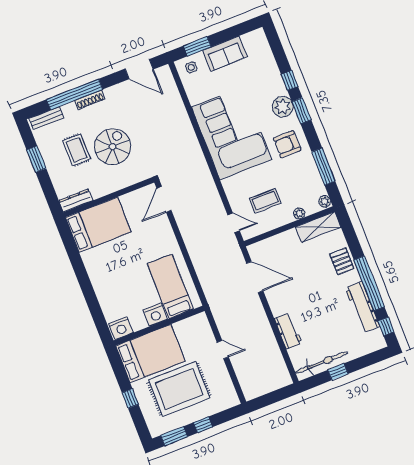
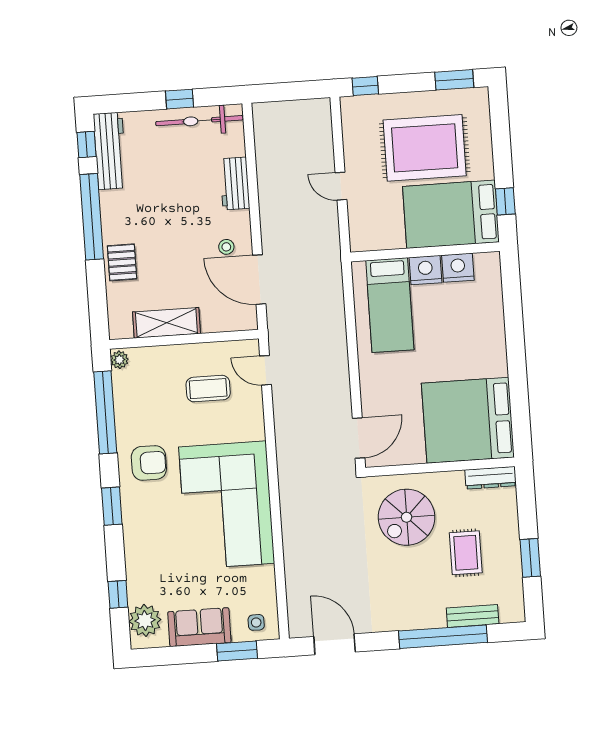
window: (290, 80) -> (118, 594), moved
shoe rack: (90, 100) -> (423, 622), removed
plant: (283, 107) -> (145, 620), moved
bench: (46, 118) -> (473, 616), moved
spiral stairs: (113, 147) -> (407, 517), moved
window: (323, 167) -> (105, 412), width x1.46
plant: (299, 213) -> (163, 354), removed
bed: (98, 225) -> (468, 420), width x1.36
shelving: (318, 227) -> (166, 323), moved
stool: (281, 291) -> (226, 247), added
workbench: (363, 307) -> (110, 151), moved
nightstand: (121, 328) -> (458, 268), moved
window: (130, 398) -> (505, 201), moved
window: (203, 425) -> (365, 86), moved

